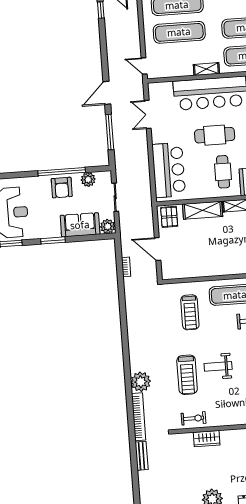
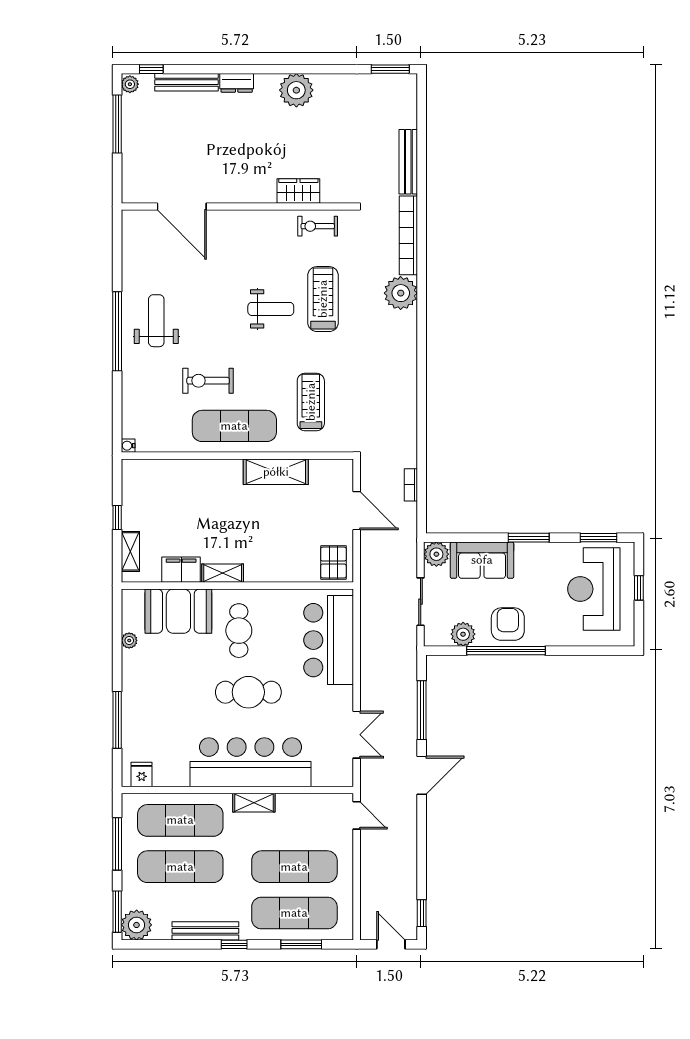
shelving: (203, 210) -> (276, 472), moved
bench: (142, 456) -> (408, 162), width x1.36

